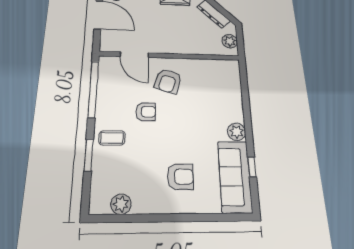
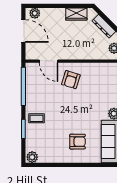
armchair: (146, 112) -> (57, 101), removed
plant: (121, 204) -> (32, 157), moved

